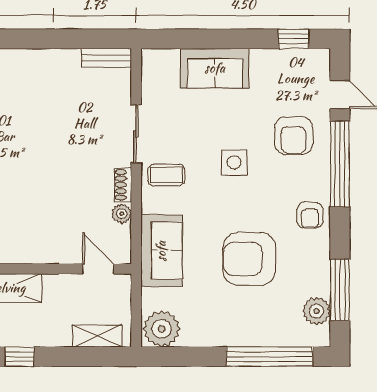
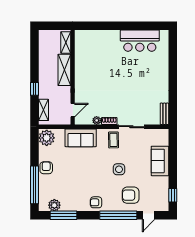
armchair: (249, 259) -> (46, 168), moved, width x0.53, depth x0.53
window: (20, 357) -> (35, 89), moved

